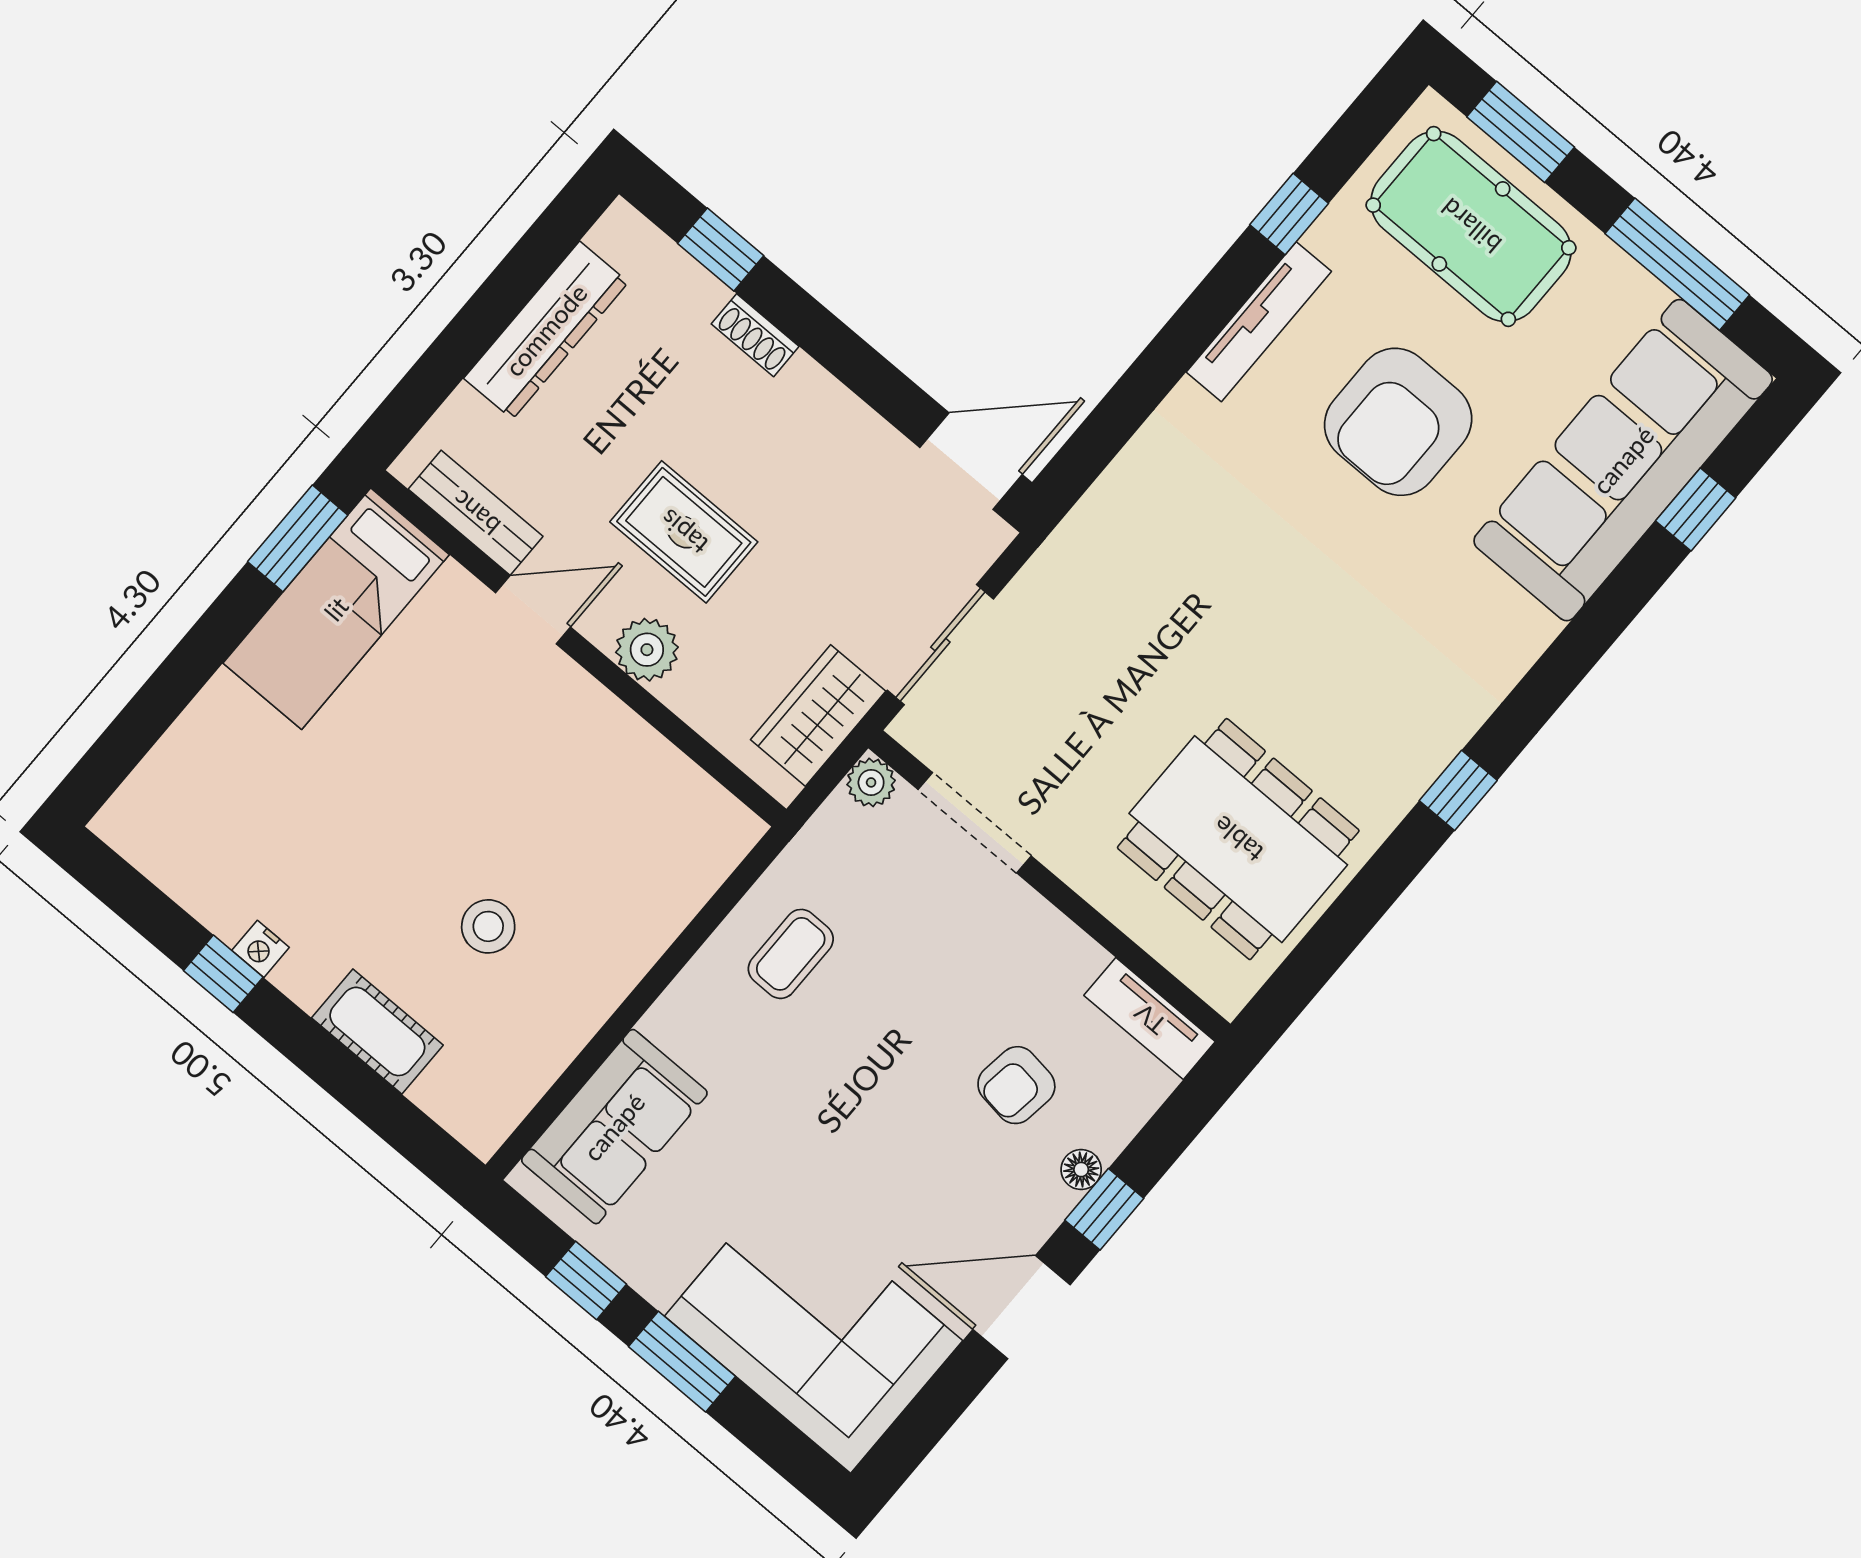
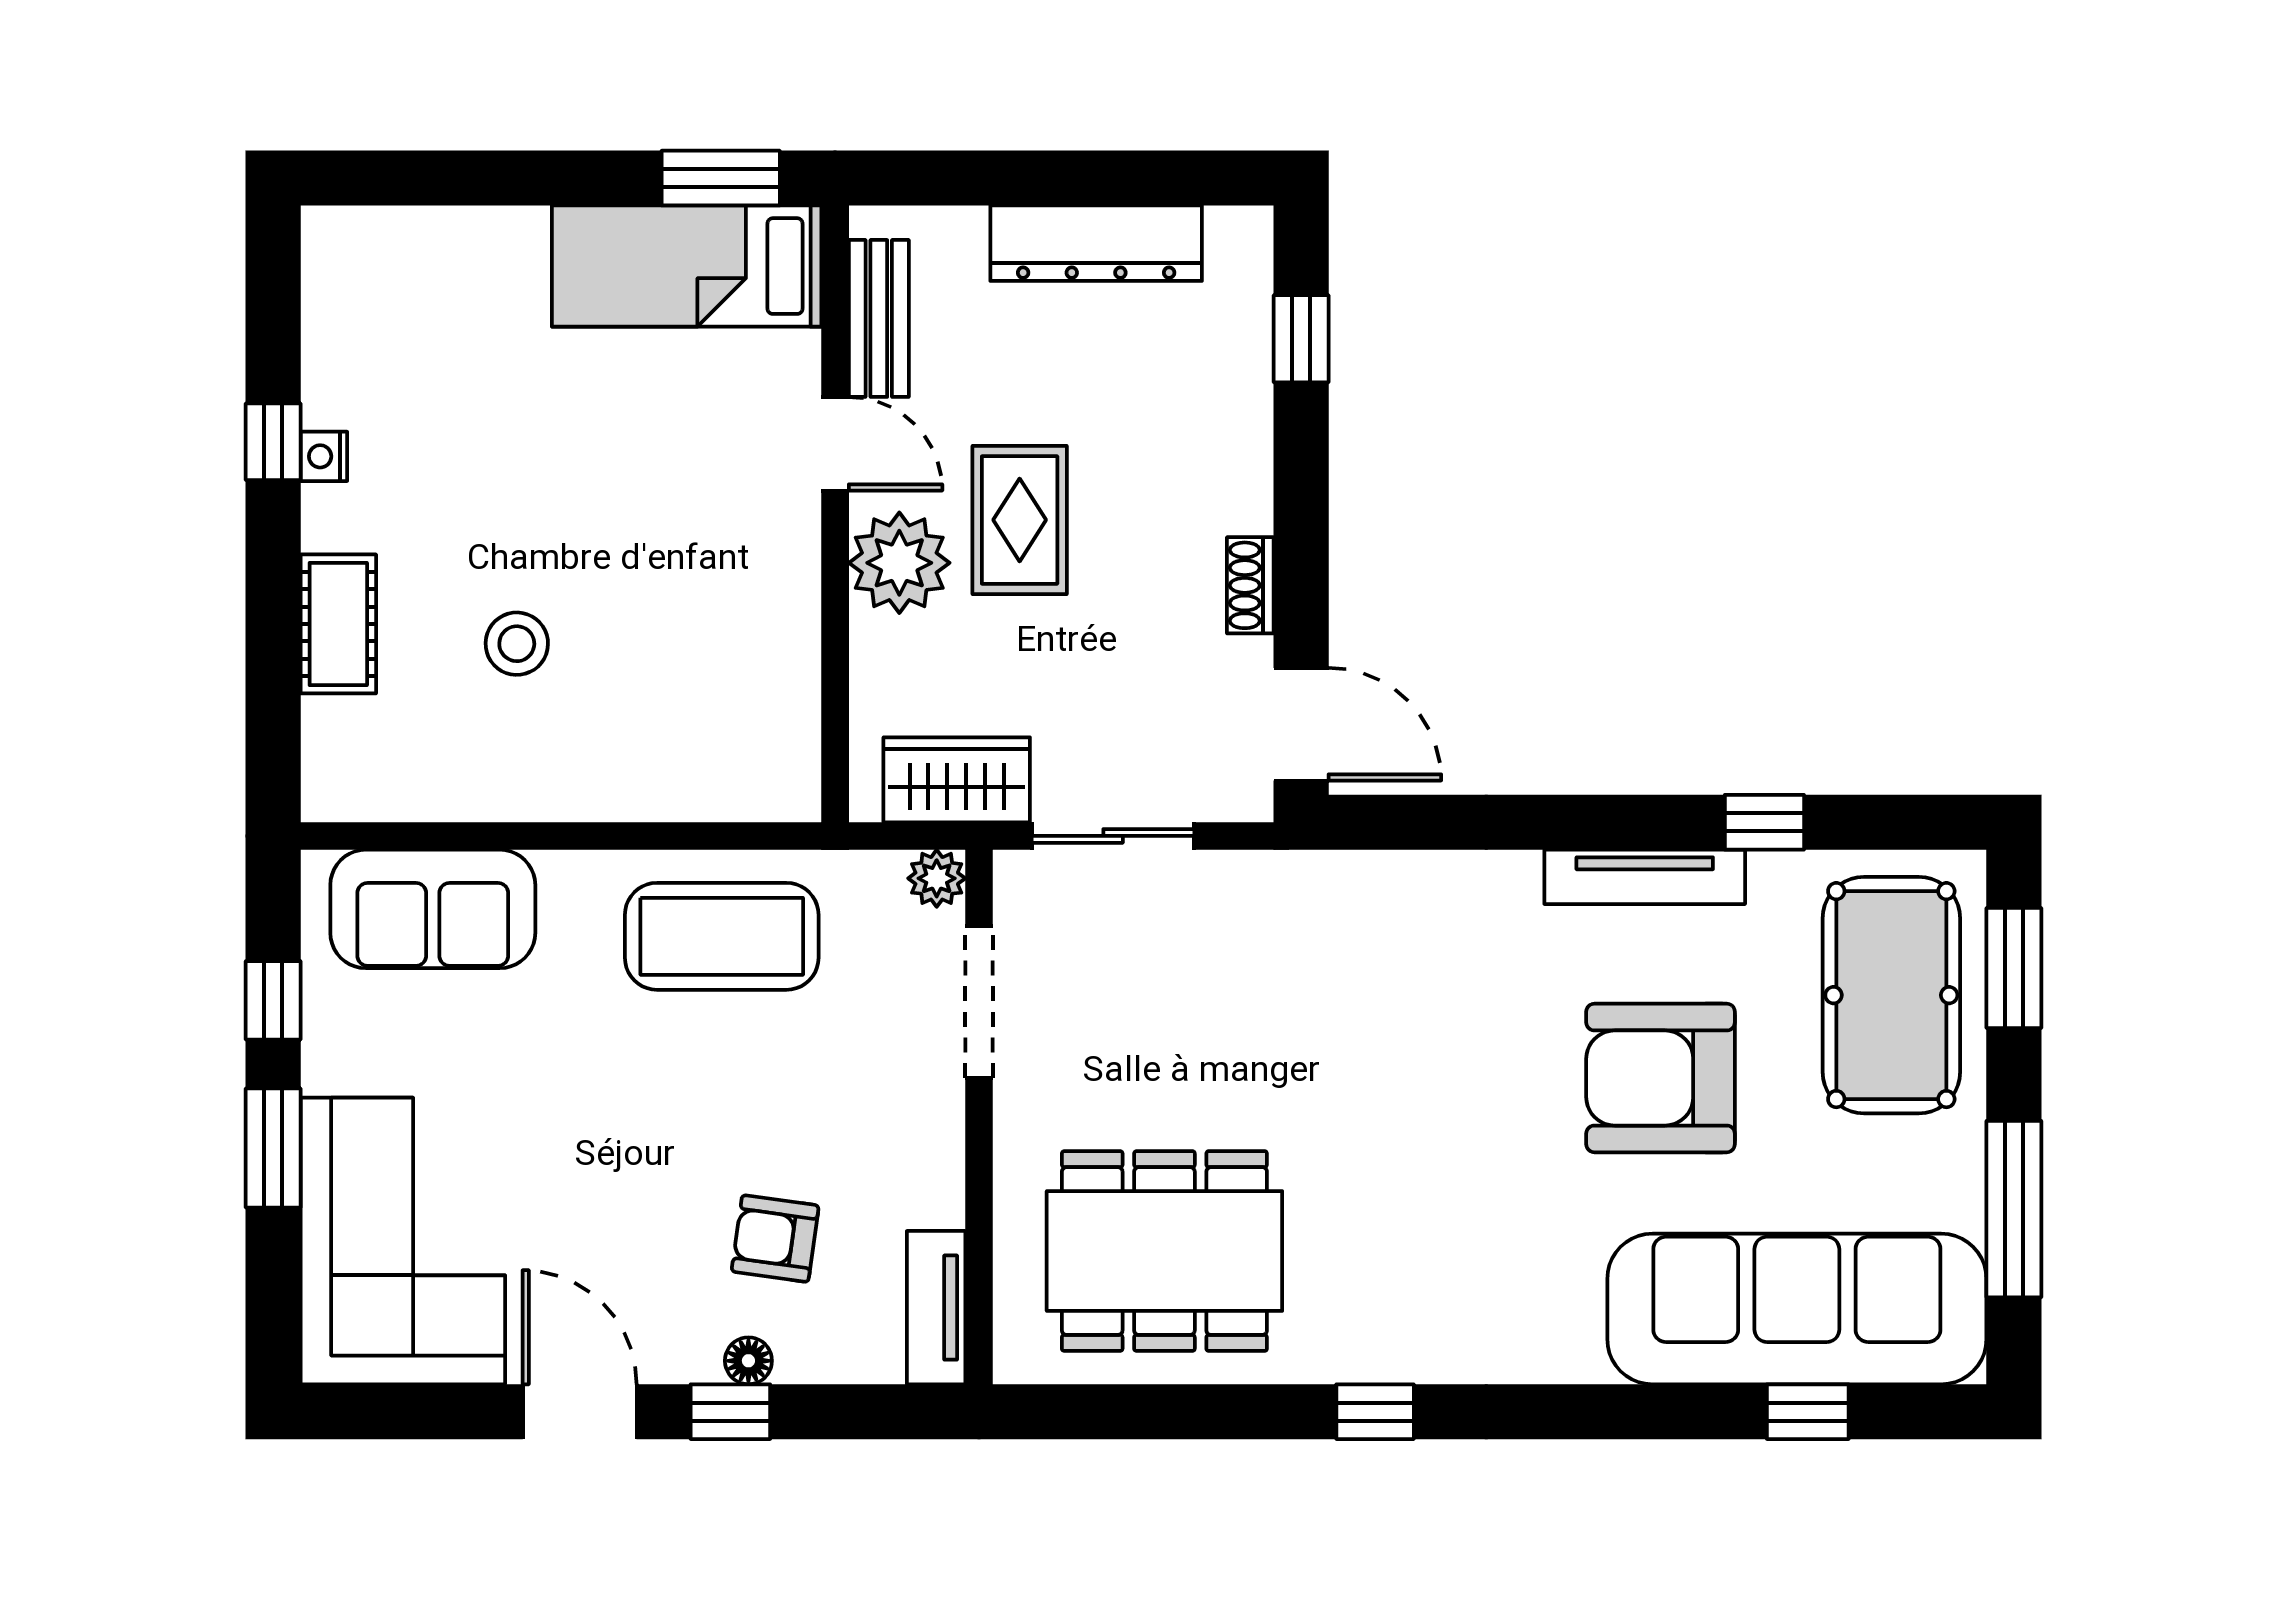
shoe rack: (755, 335) -> (1250, 585), moved
plant: (647, 650) -> (899, 563), width x1.36, depth x1.36
dining table: (1238, 839) -> (1164, 1251), turned 90
coffee table: (791, 954) -> (722, 936), width x1.86, depth x1.72

